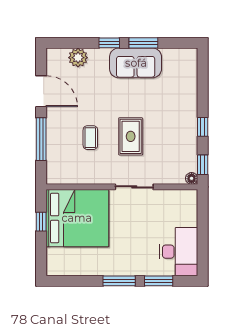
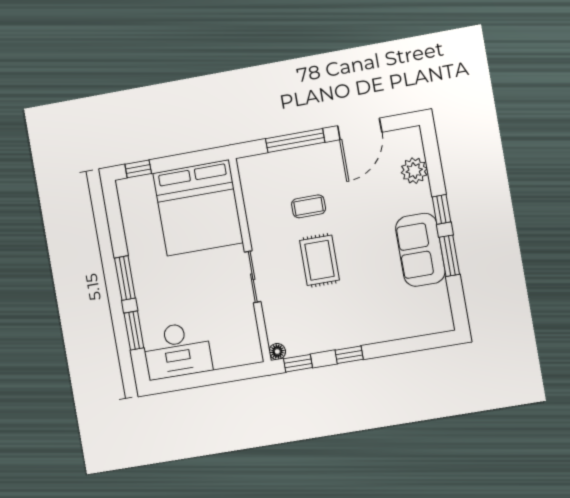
rug: (131, 136) -> (320, 260), turned 90
window: (41, 222) -> (138, 169), moved

